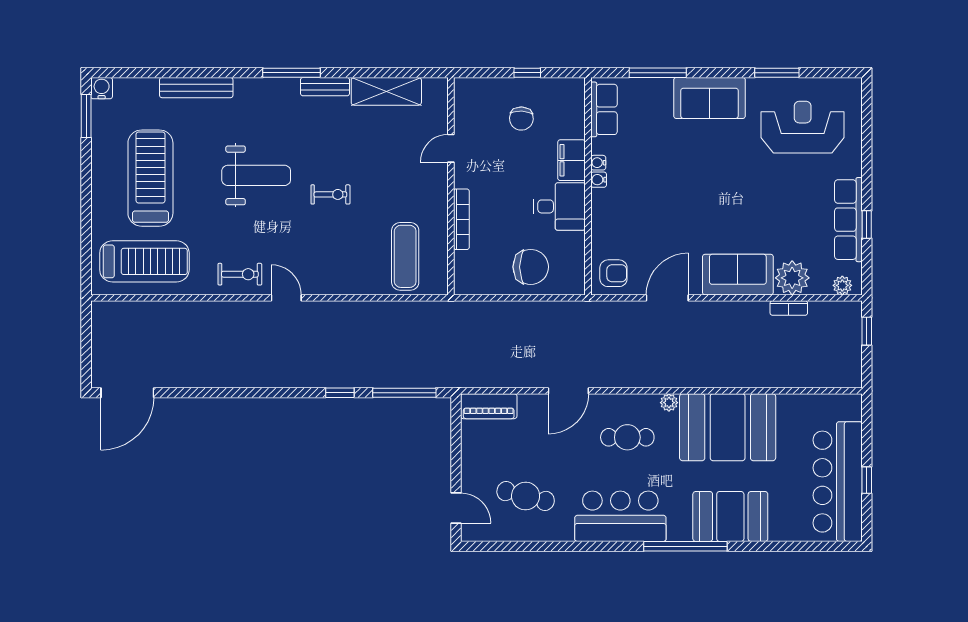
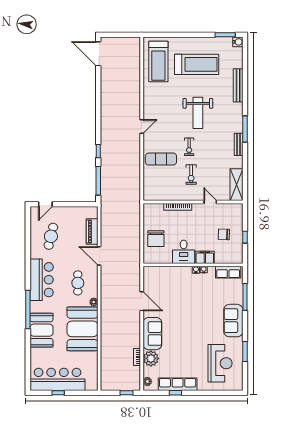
shelving: (386, 91) -> (236, 185), moved
exercise mat: (405, 256) -> (161, 159), moved
armchair: (613, 273) -> (153, 277), removed
exercise bike: (240, 274) -> (191, 175), moved
piano: (489, 406) -> (92, 232), moved

